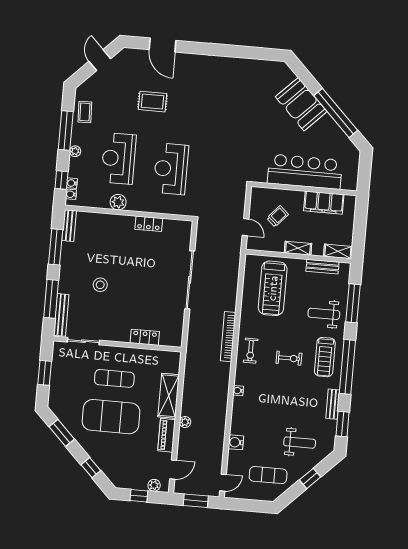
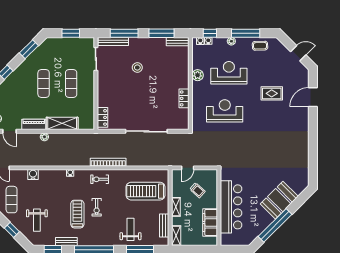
rug: (153, 102) -> (272, 93), turned 90
locker: (145, 337) -> (102, 117), moved
treadmill: (325, 357) -> (77, 214), moved, turned 90
exercise mat: (111, 417) -> (44, 84), width x0.50, depth x0.69

